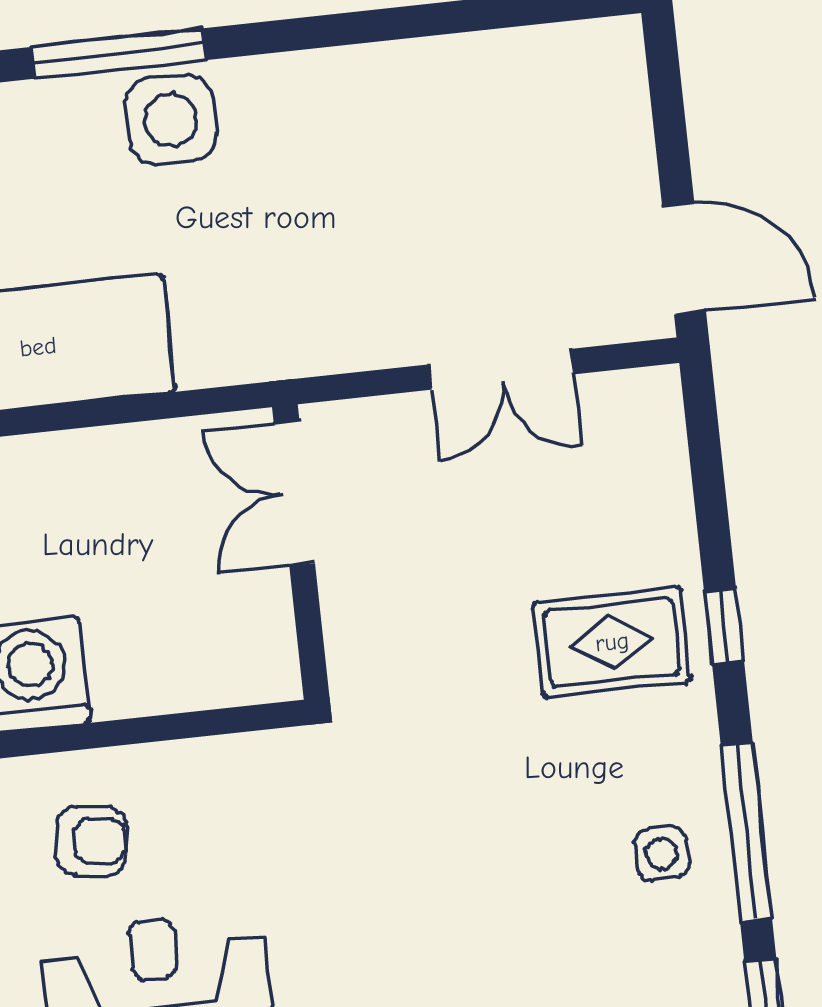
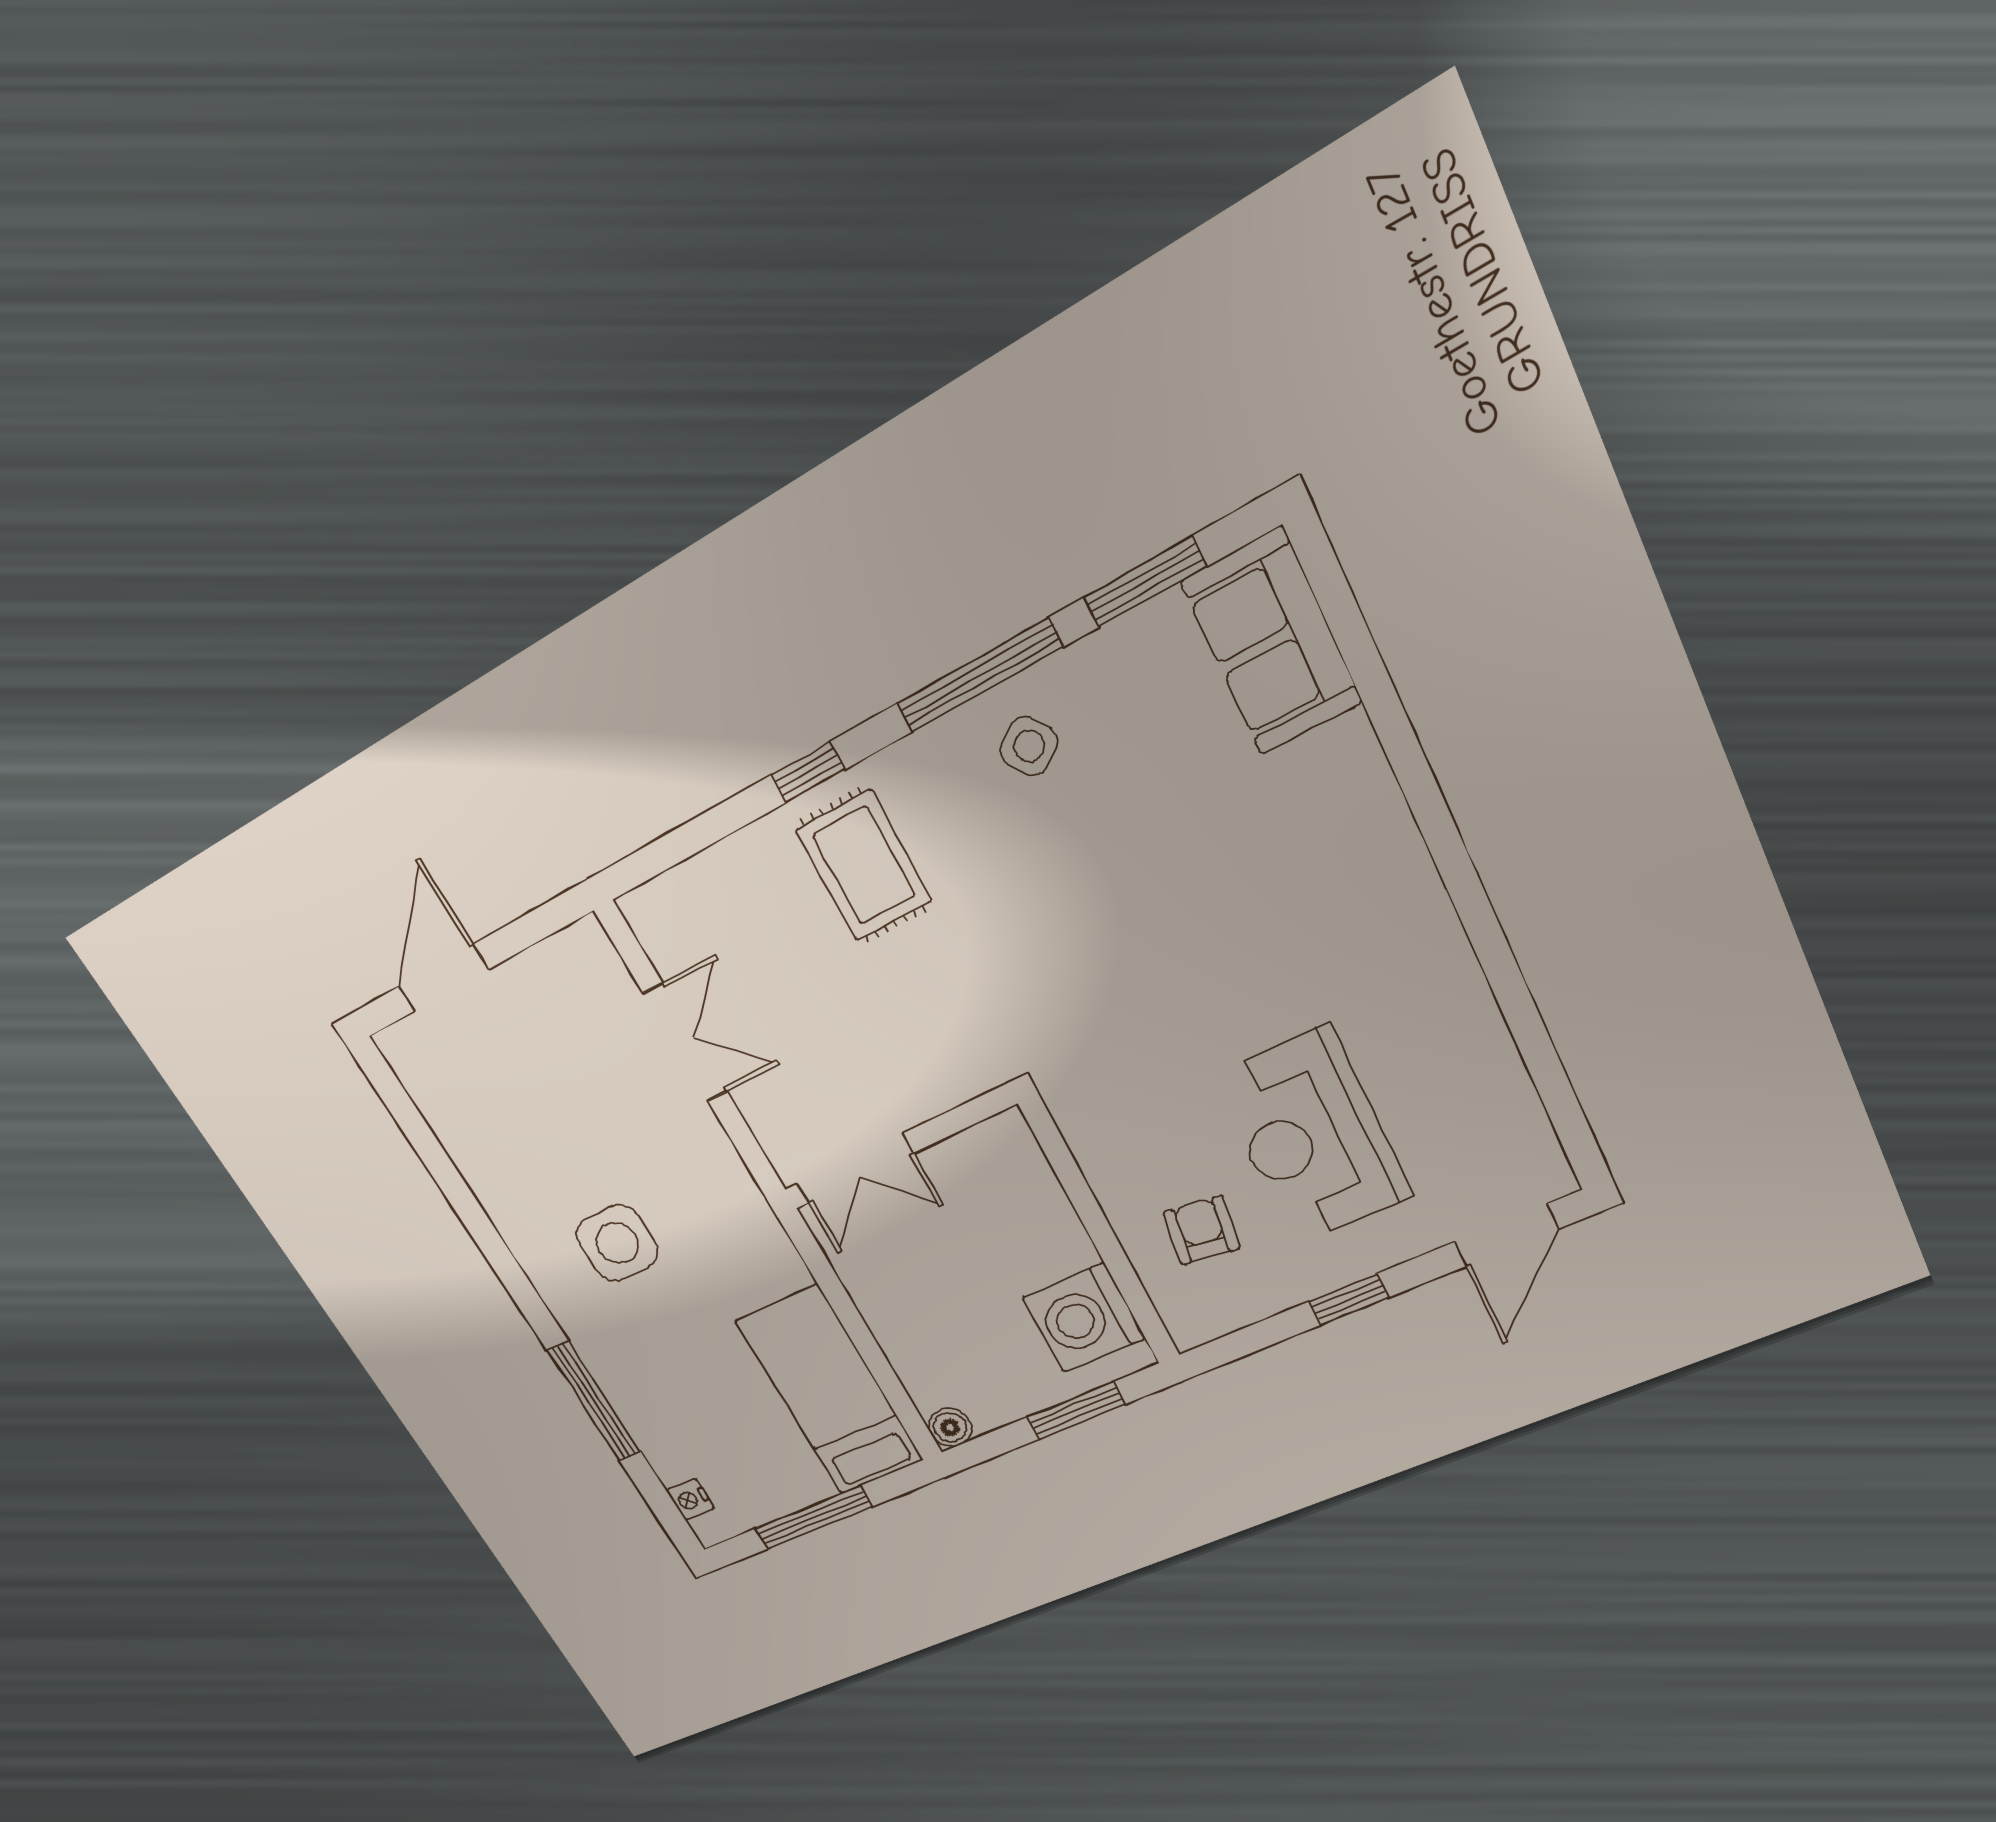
side table: (171, 120) -> (617, 1243), moved
door: (684, 258) -> (443, 978), moved
side table: (662, 854) -> (1029, 746), turned -35

